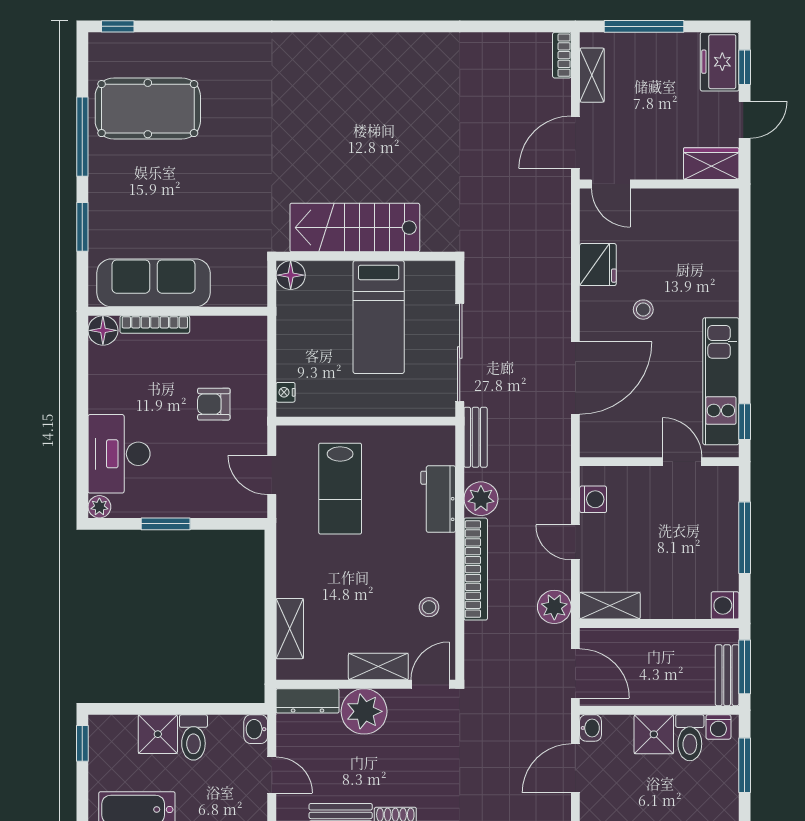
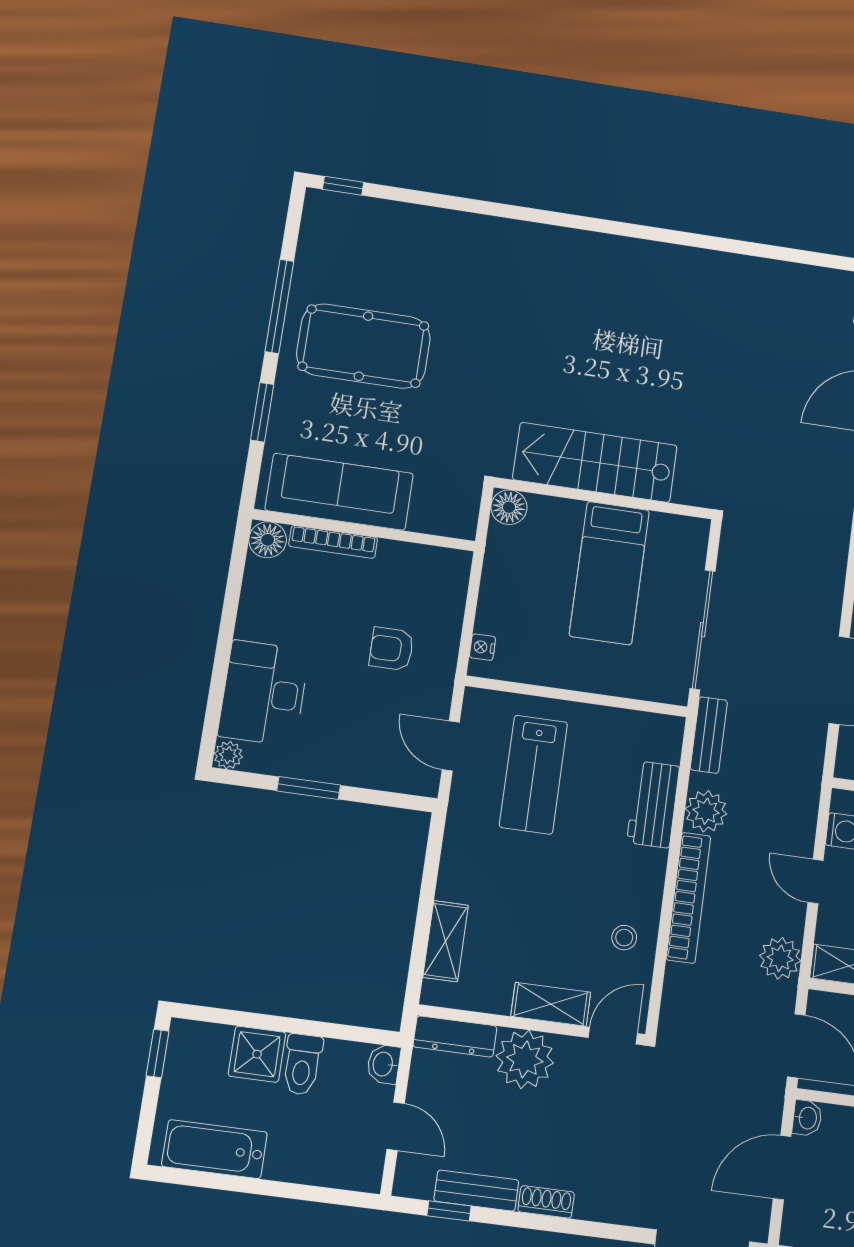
pool table: (148, 109) -> (363, 346), moved

